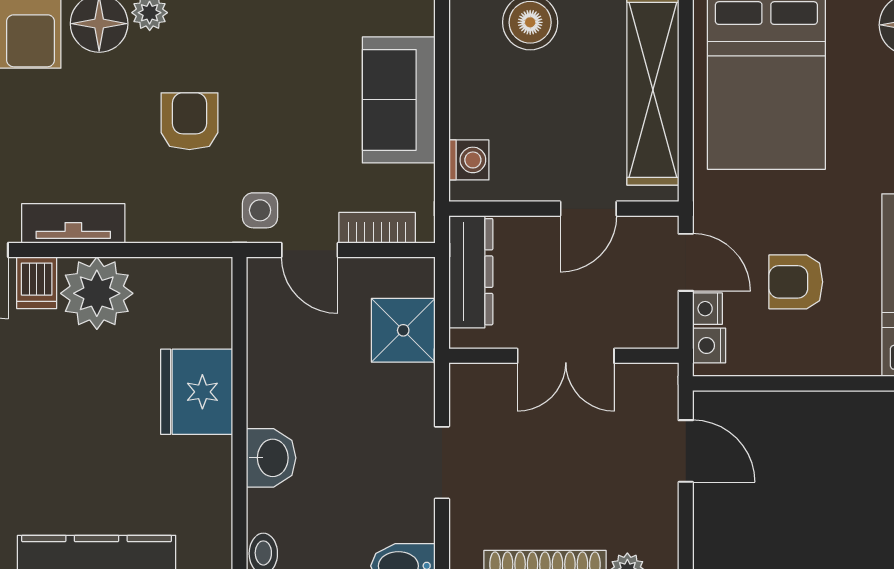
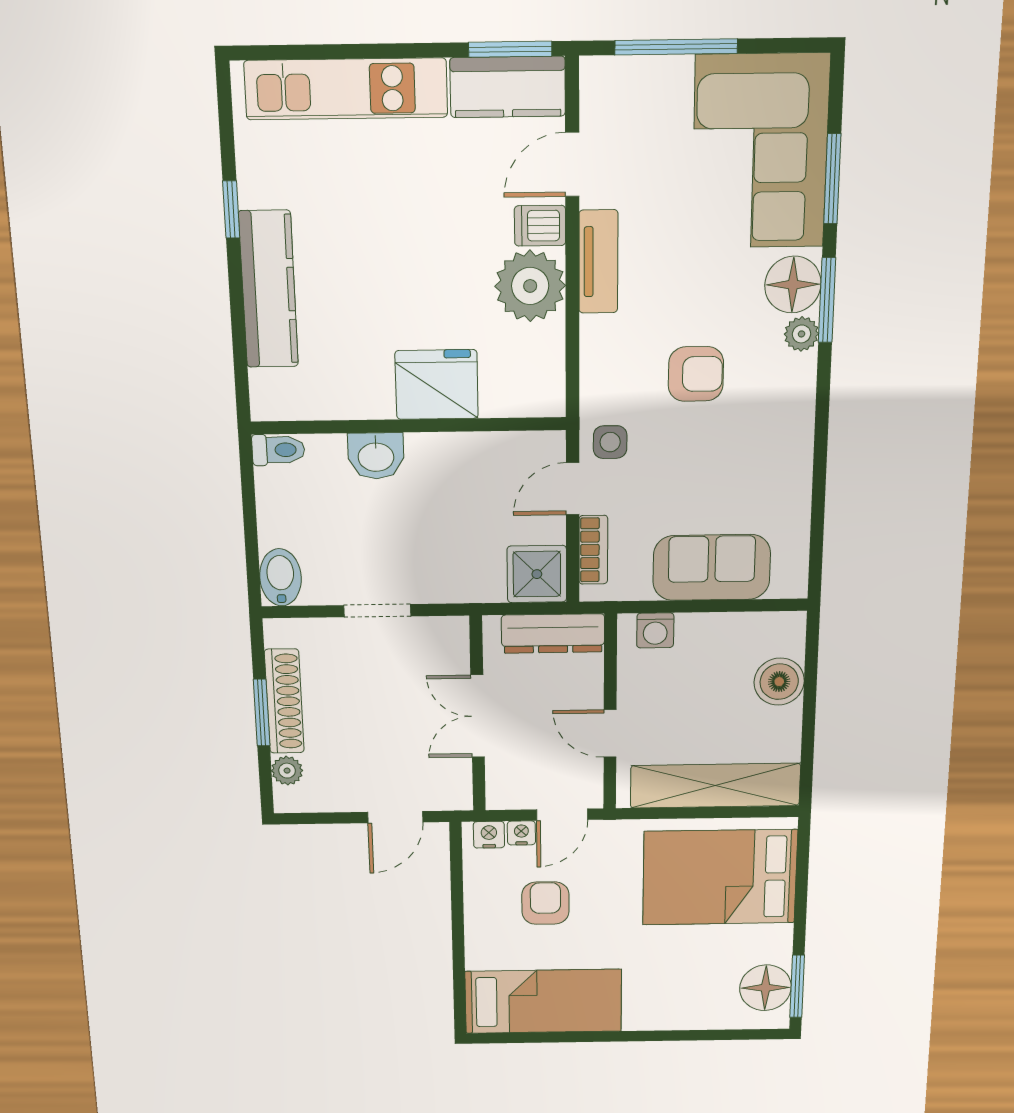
shower: (403, 330) -> (537, 574), moved

